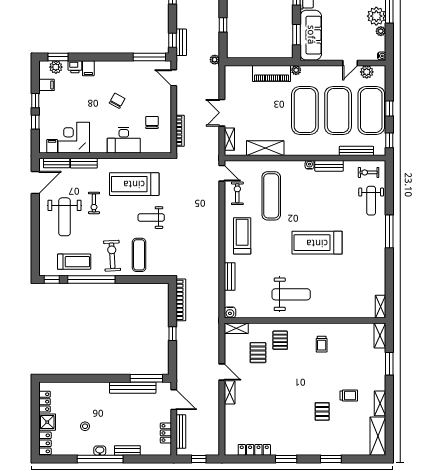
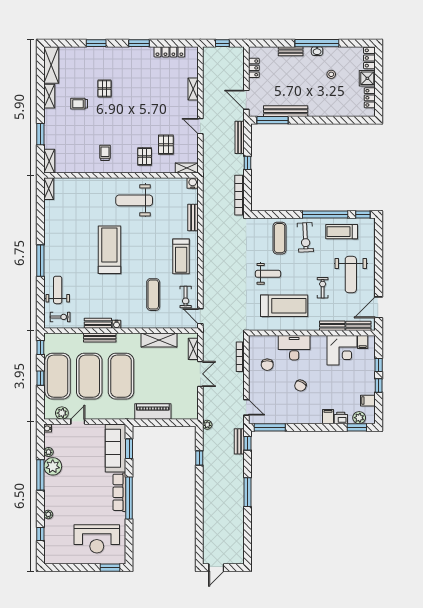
plant: (296, 70) -> (129, 415), removed
bench: (356, 151) -> (100, 338), moved
exercise mat: (271, 196) -> (153, 295), width x0.73, depth x0.69
weight bench: (65, 217) -> (351, 274), turned 180
treadmill: (317, 243) -> (109, 250), turned -90
shelving: (230, 392) -> (193, 89), moved
bench: (181, 432) -> (240, 137), moved

